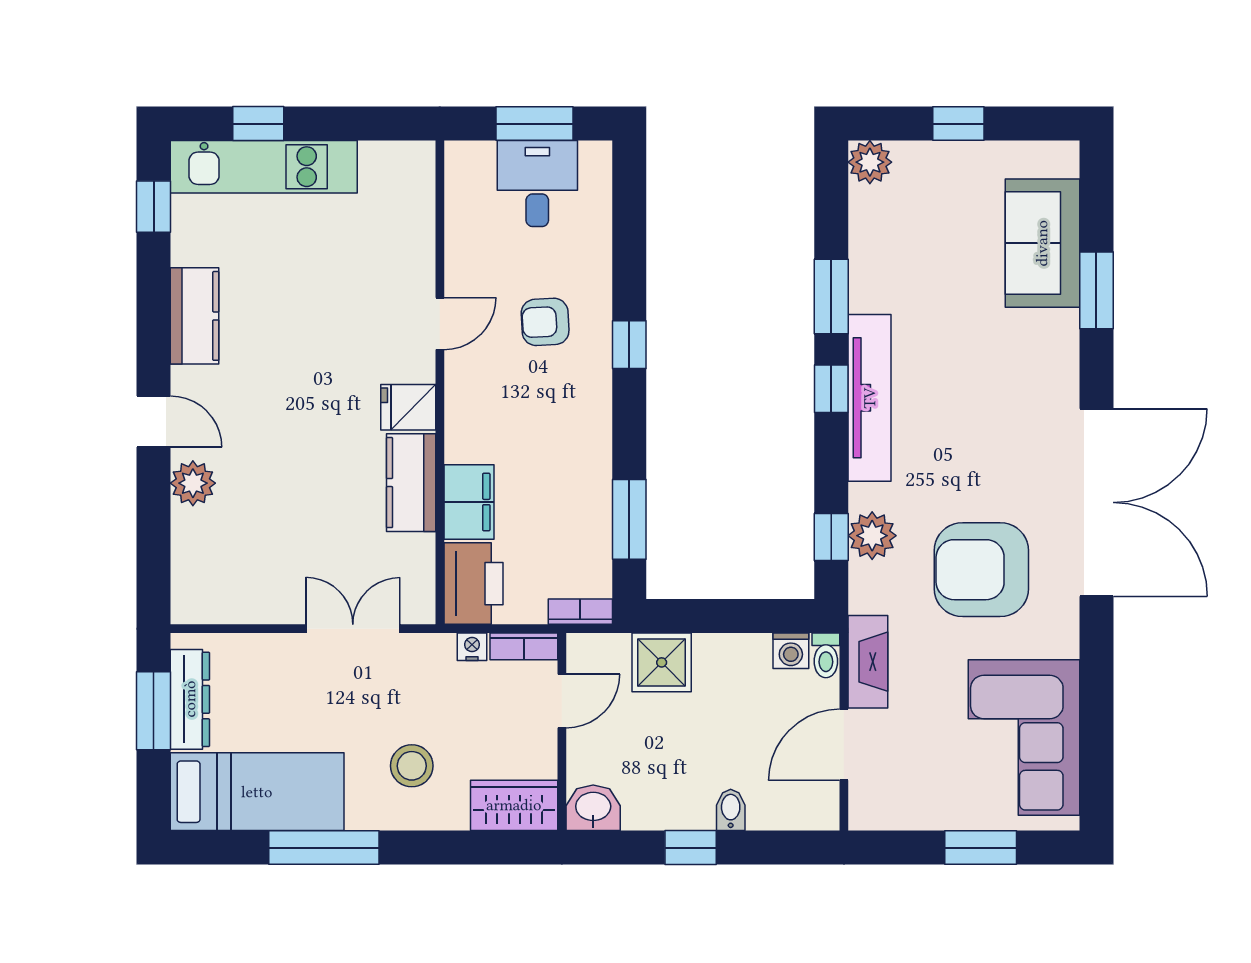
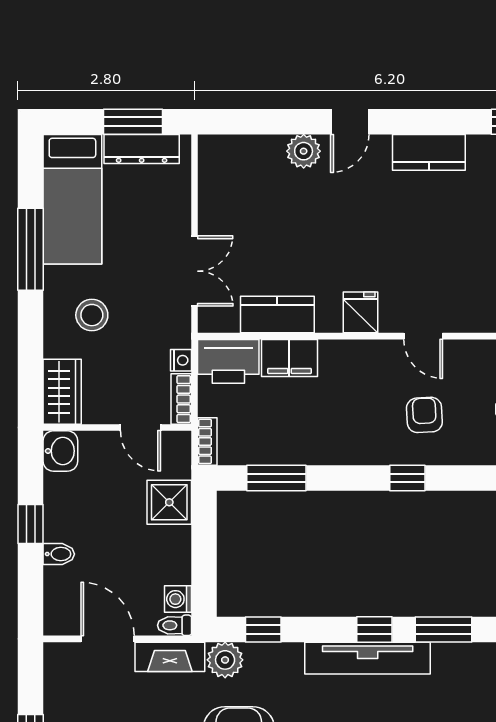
kitchen counter: (411, 483) -> (277, 315), moved
plant: (872, 536) -> (225, 660), moved

